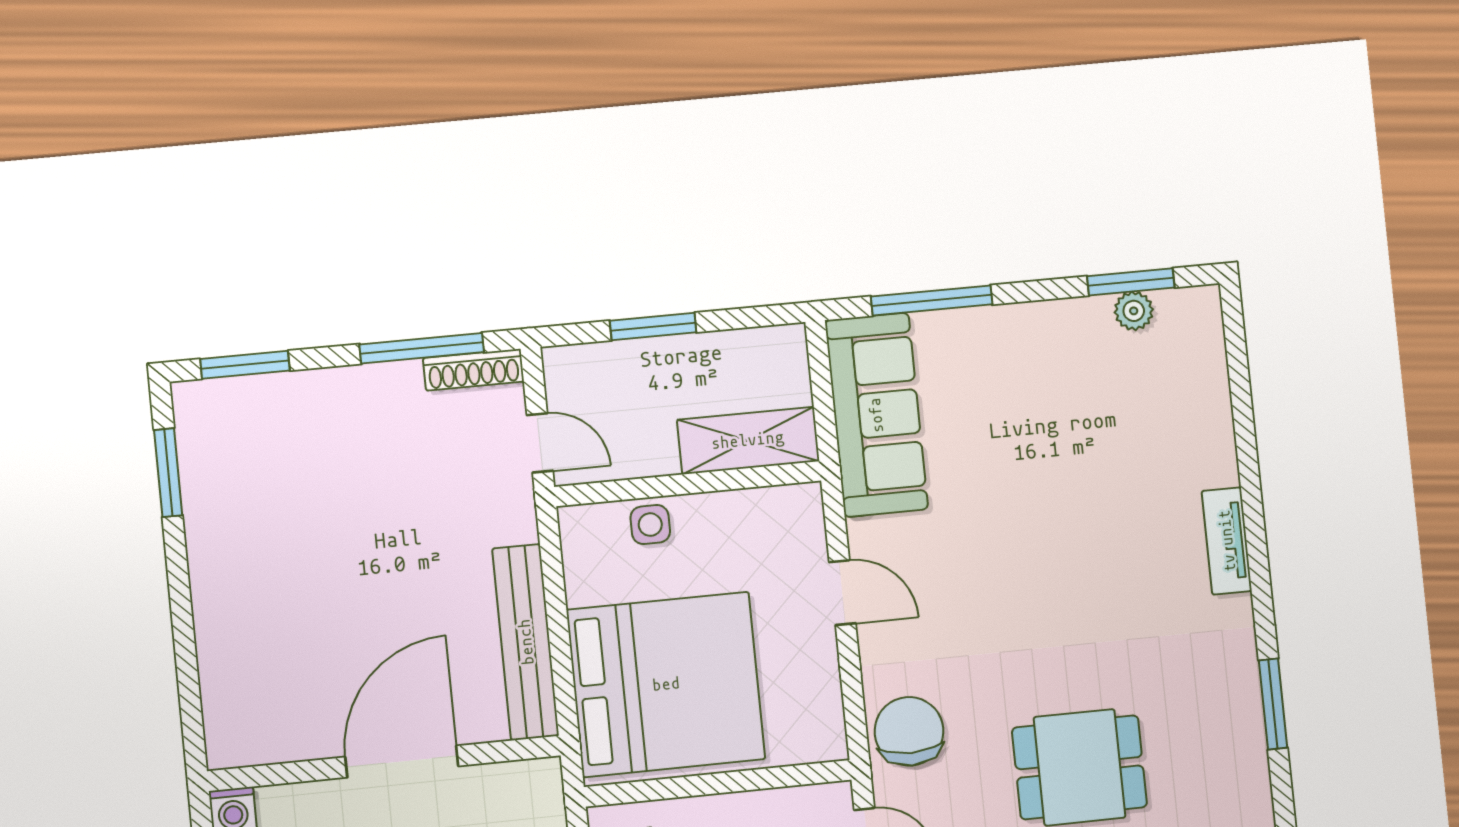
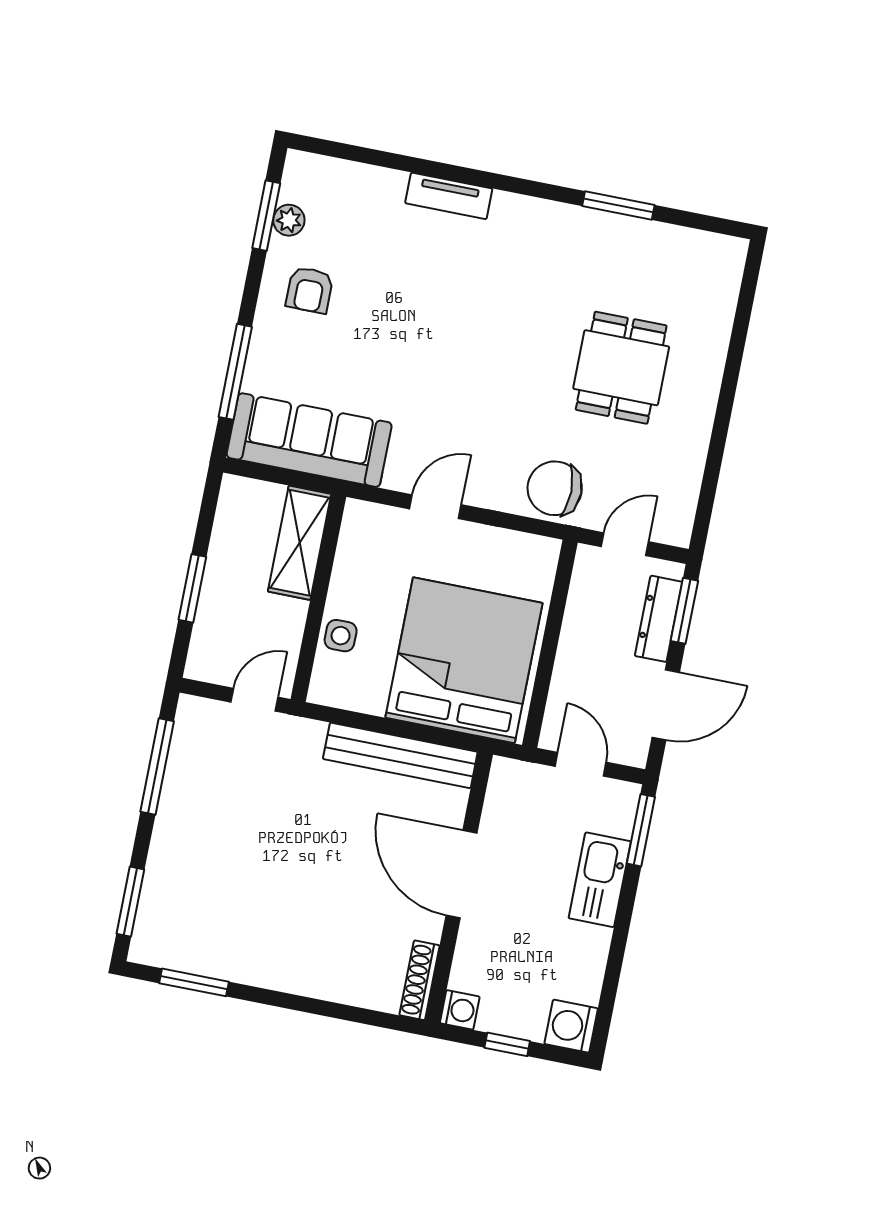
armchair: (1058, 361) -> (309, 290), added
shoe rack: (474, 370) -> (419, 980), moved, turned 180
tv unit: (1227, 541) -> (449, 196), moved

